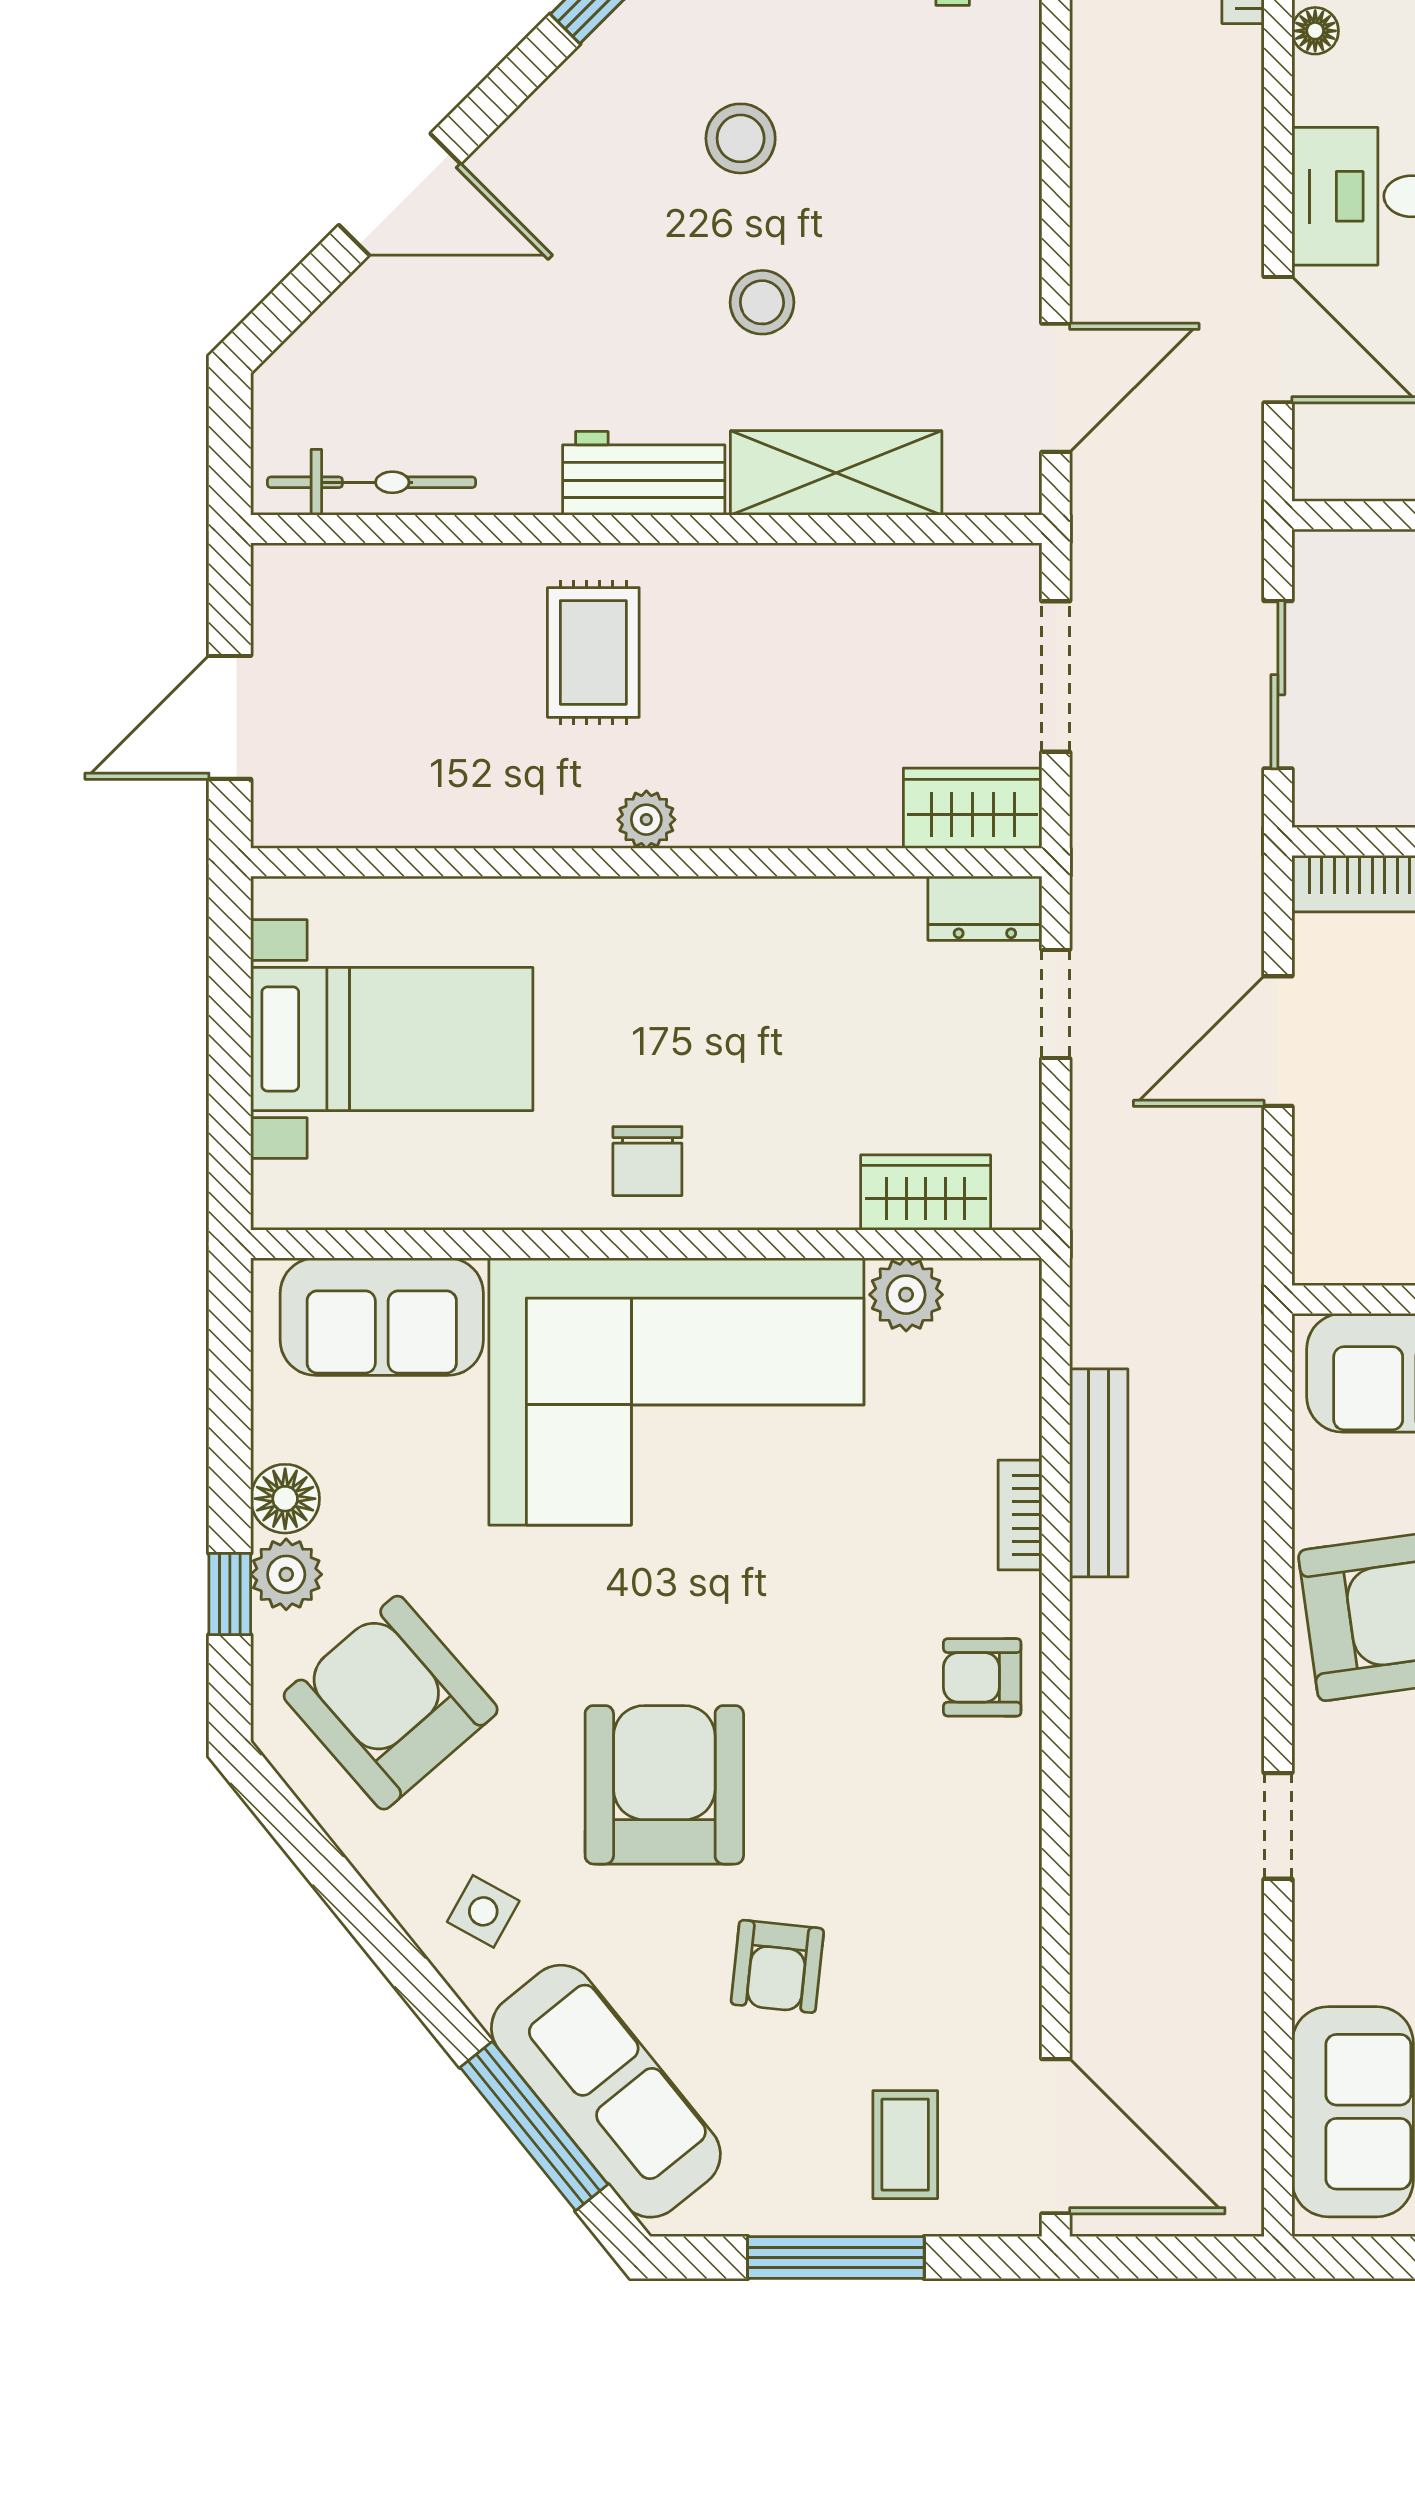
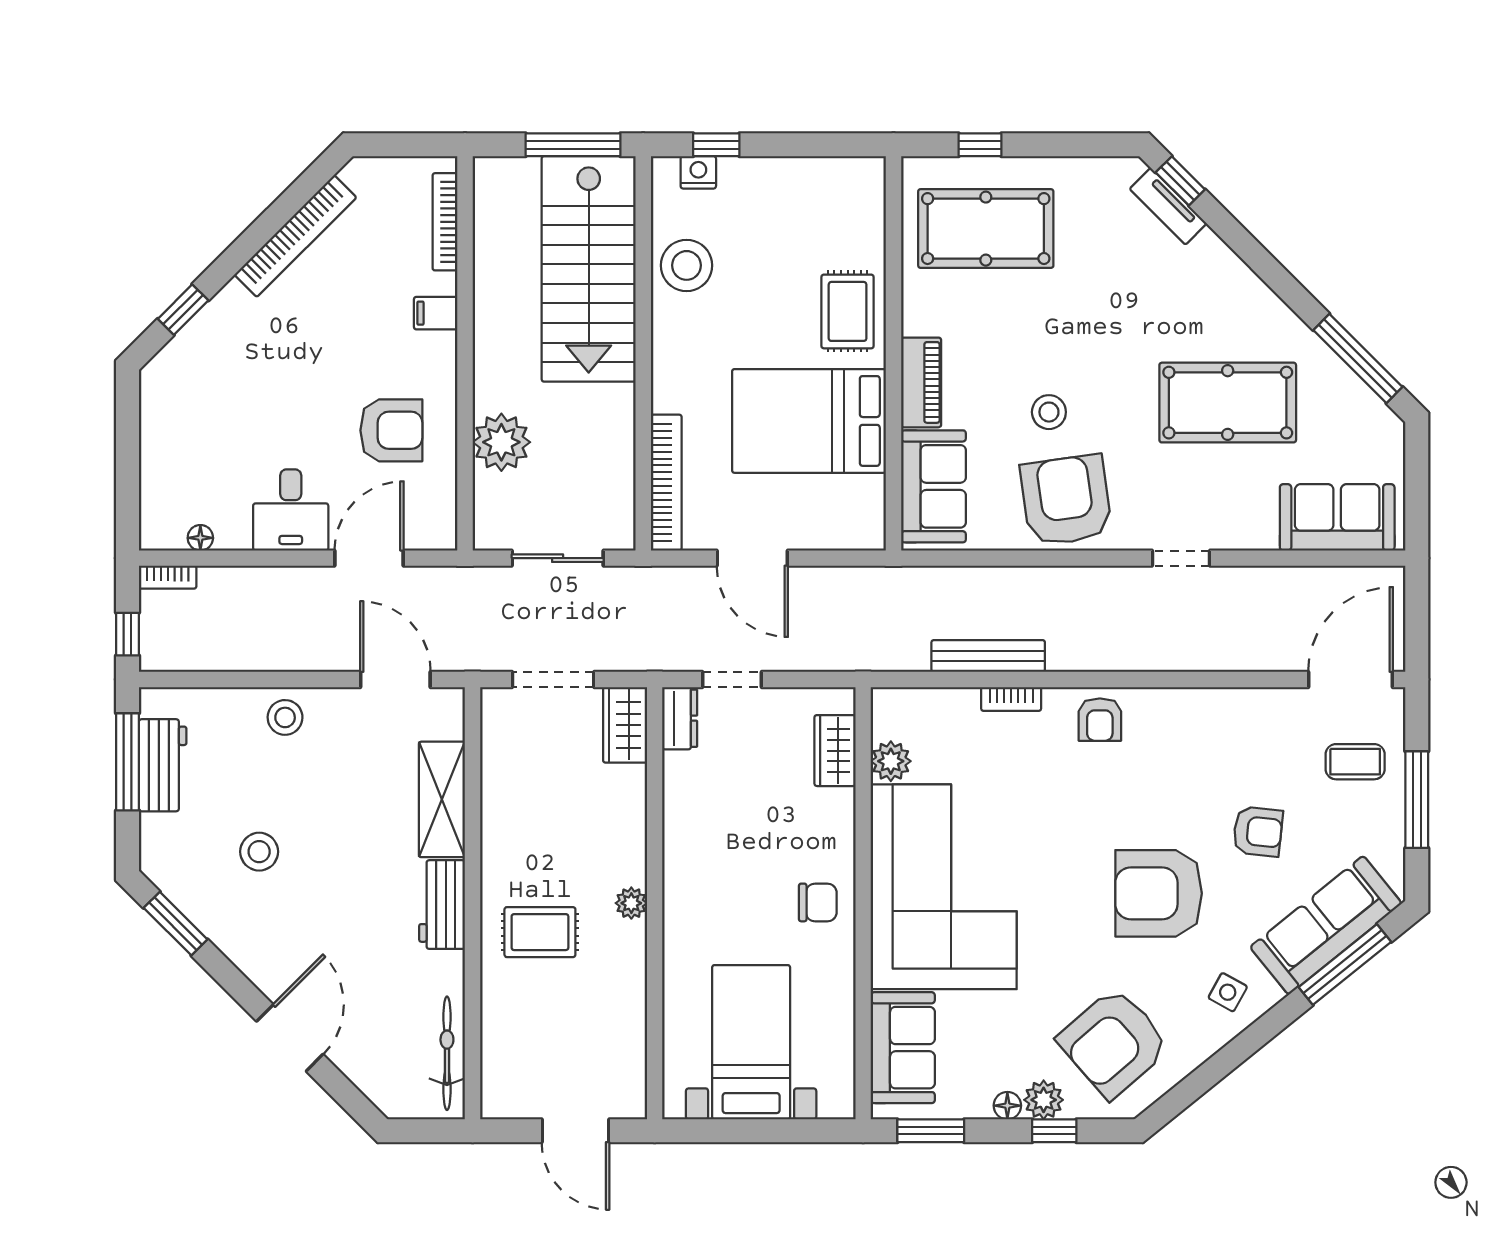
stool: (762, 302) -> (285, 717), moved
window: (230, 1368) -> (931, 1131), added
floor lamp: (285, 1499) -> (1007, 1106), width x0.73, depth x0.73

